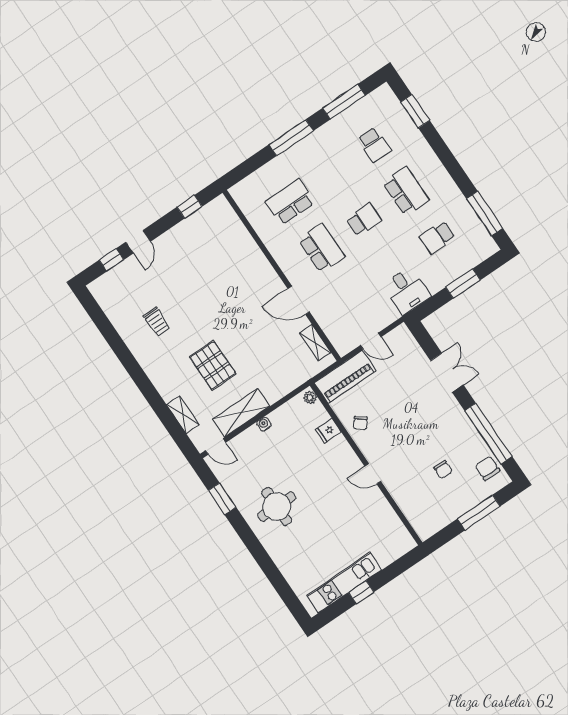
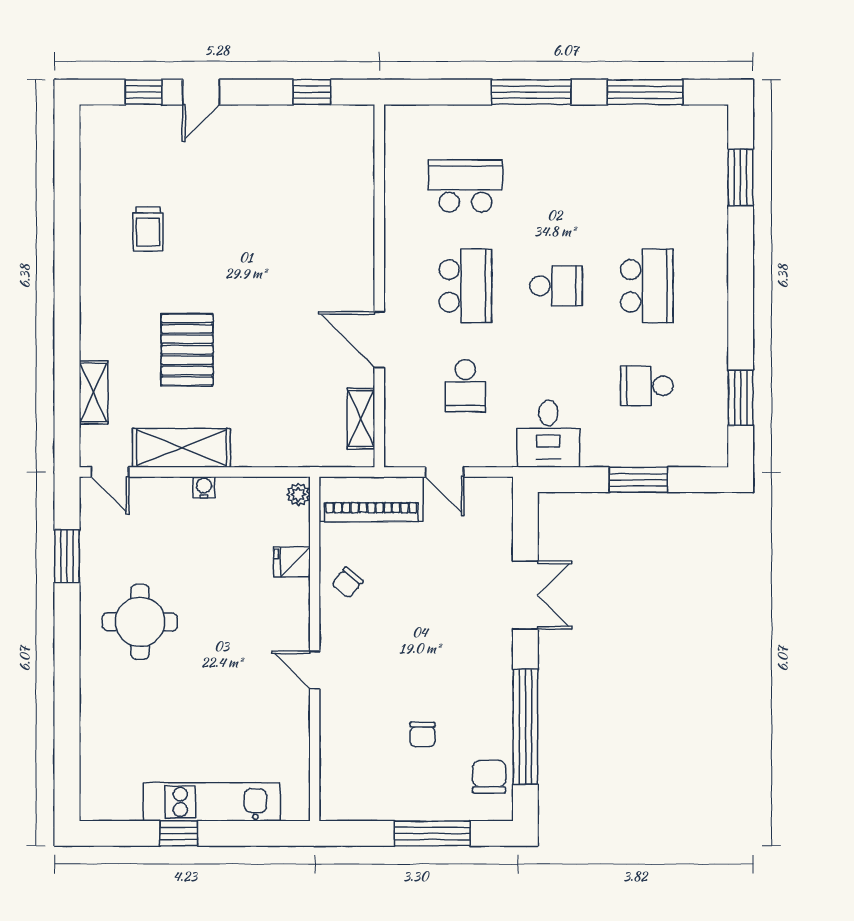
school desk: (374, 145) -> (465, 386), moved
window: (485, 213) -> (741, 398), width x0.69
kitchen unit: (344, 583) -> (212, 802), moved

